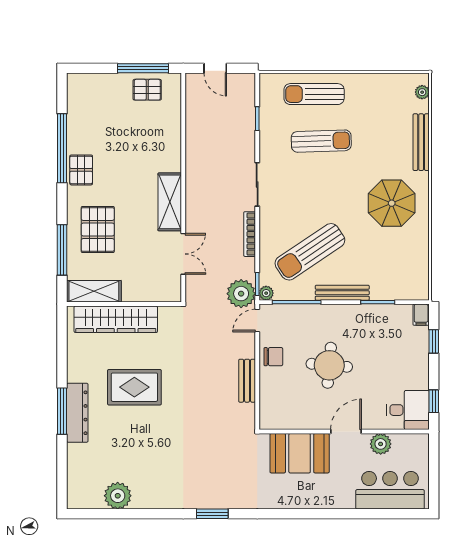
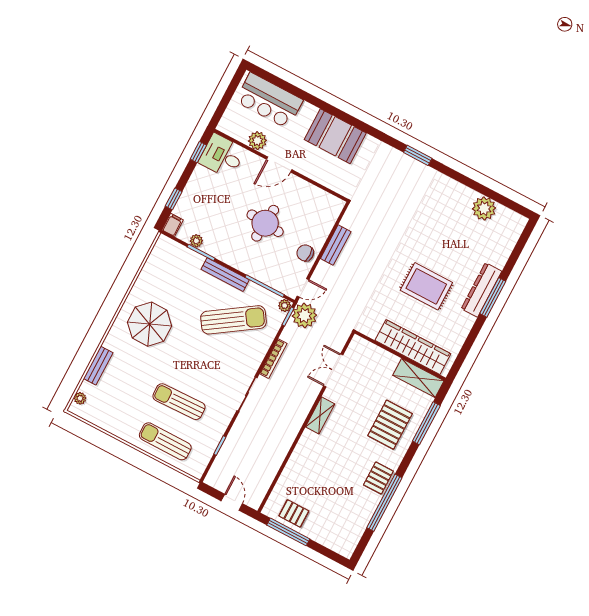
sun lounger: (314, 94) -> (165, 441), turned 180
bench: (421, 142) -> (98, 366), width x0.73
shelving: (170, 202) -> (320, 415), width x0.67, depth x0.75
plant: (389, 311) -> (196, 241), added
booth: (300, 453) -> (335, 136), moved

